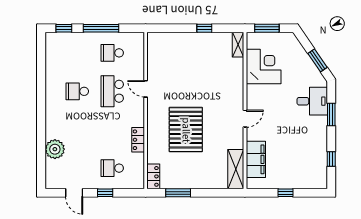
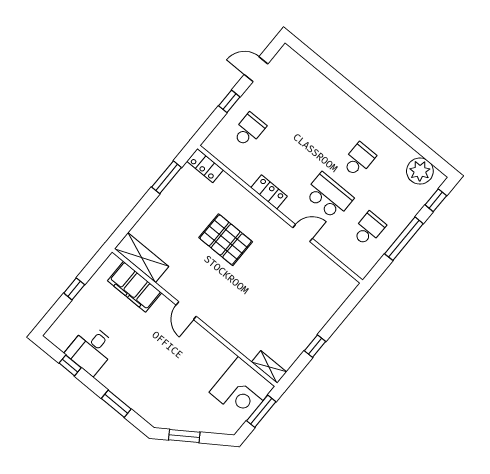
corner desk: (264, 67) -> (242, 389), moved
desk: (312, 101) -> (91, 350), moved
pallet: (186, 130) -> (226, 240), width x0.73, depth x0.71
locker: (138, 140) -> (269, 192), moved
plant: (55, 149) -> (420, 171), moved

